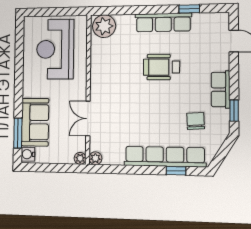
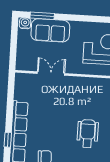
plant: (80, 158) -> (20, 66), removed
plant: (95, 158) -> (20, 78), removed

